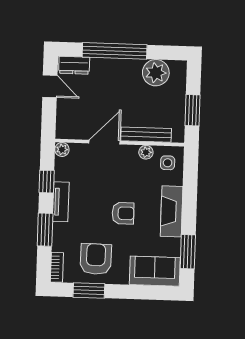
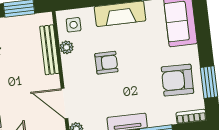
door: (104, 142) -> (65, 103), moved
armchair: (123, 213) -> (106, 63), moved, turned 90

